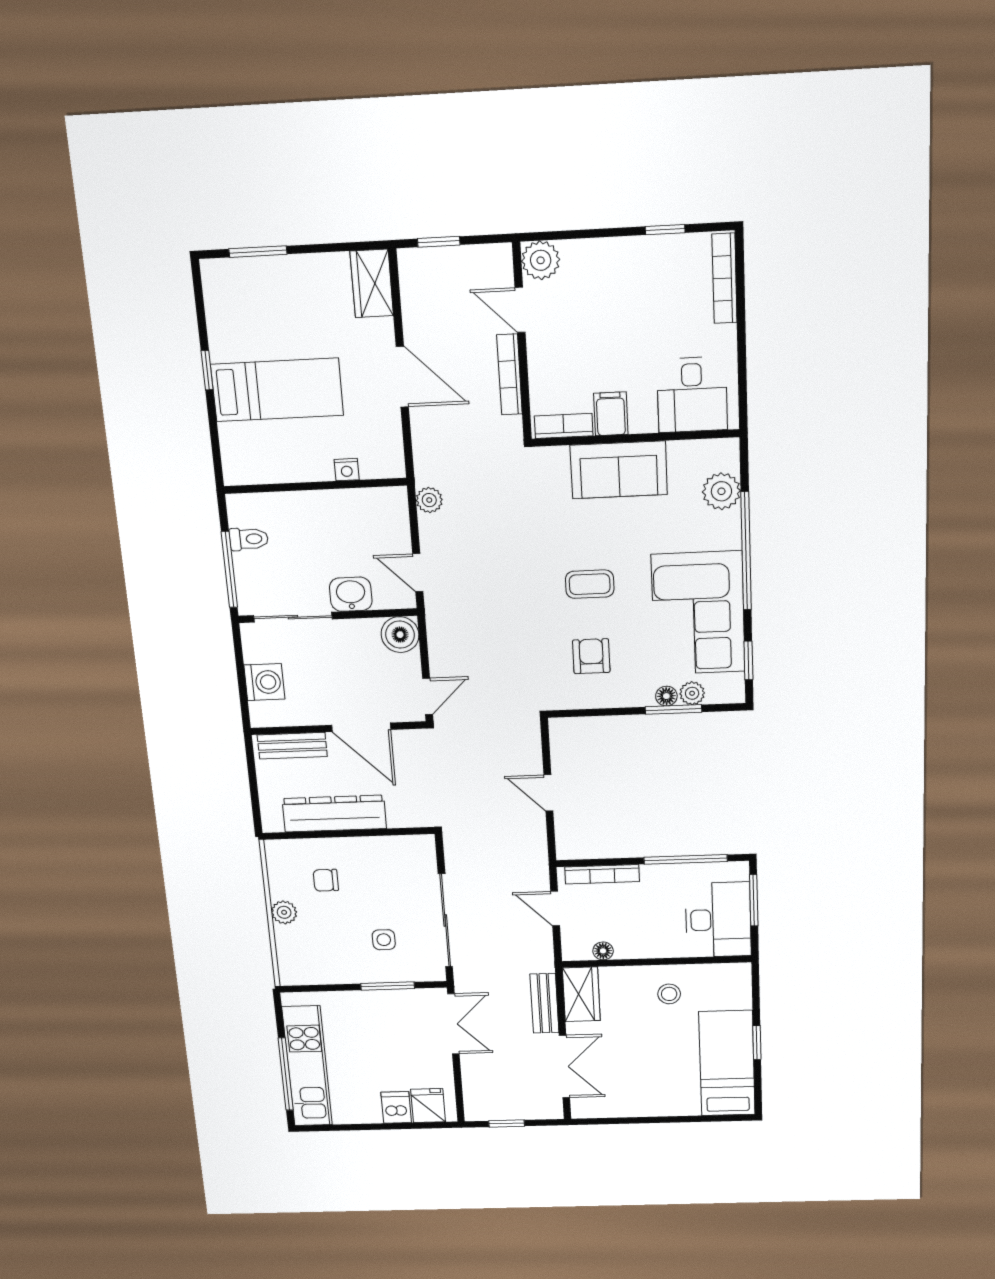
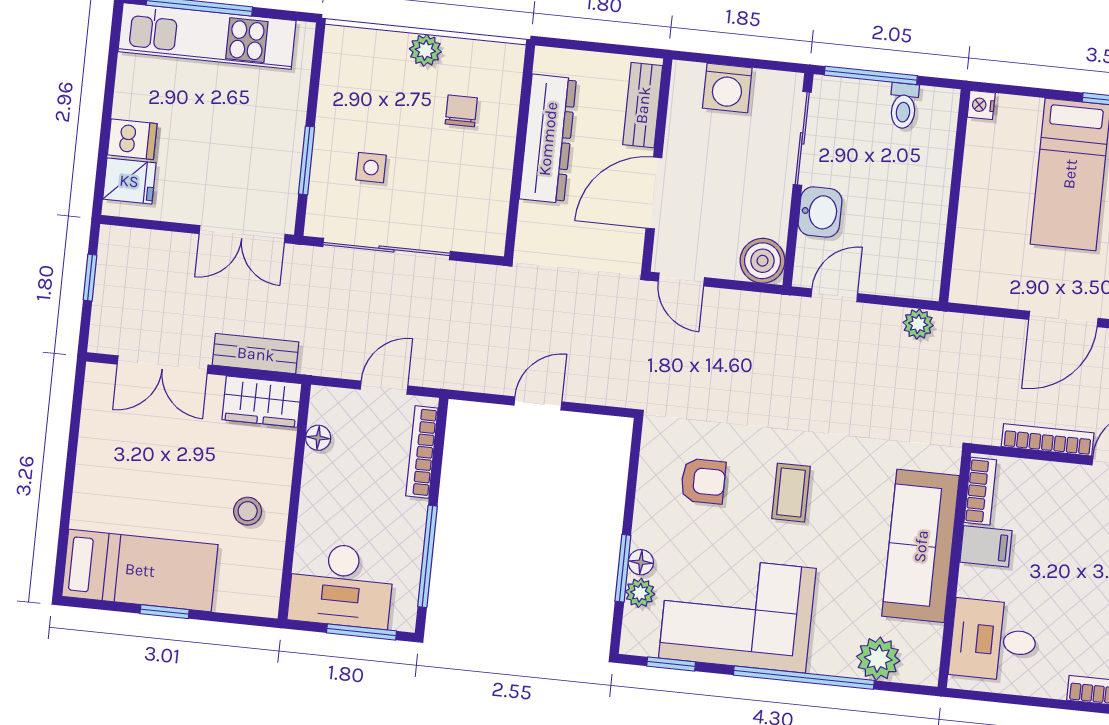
nightstand: (347, 470) -> (981, 105), moved
sofa: (619, 470) -> (921, 546), width x1.36

